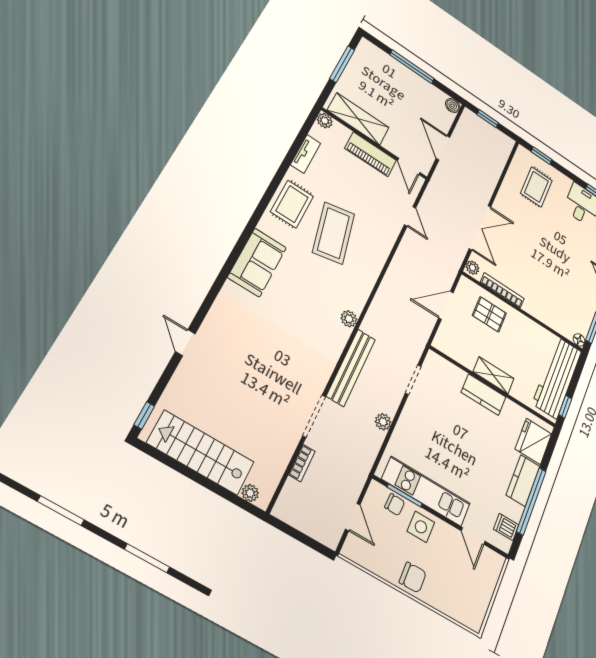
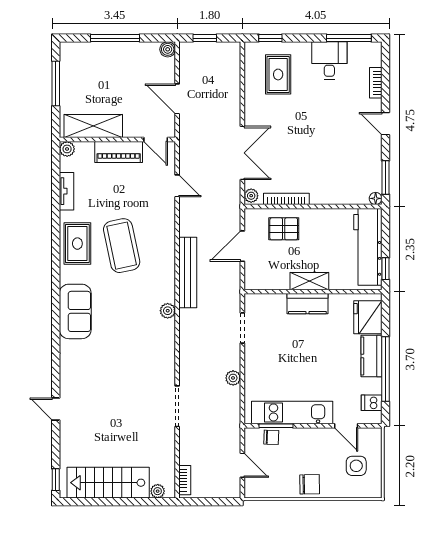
bench: (351, 368) -> (188, 272), moved
bookcase: (302, 463) -> (185, 480), moved
side table: (421, 527) -> (356, 466), moved

